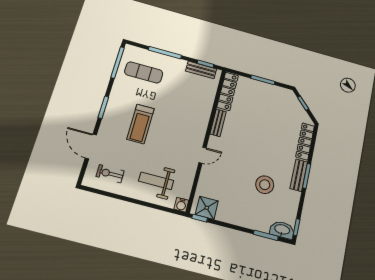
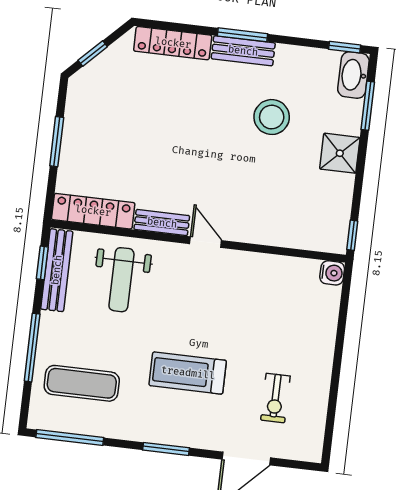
bench: (201, 70) -> (57, 270), width x1.36
exercise mat: (144, 72) -> (82, 383), turned 90
treadmill: (141, 124) -> (188, 373), turned 180
door: (202, 155) -> (206, 242), moved
exercise bike: (110, 174) -> (275, 398), moved
weight bench: (156, 181) -> (121, 280), moved
shower: (207, 208) -> (340, 153), moved

